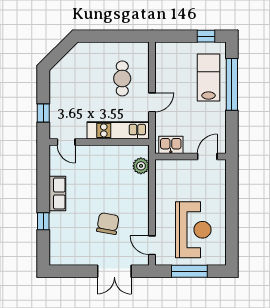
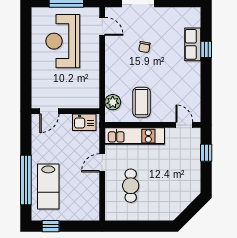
coffee table: (111, 166) -> (142, 102), added
row of seats: (57, 193) -> (193, 44), moved
chair: (108, 224) -> (144, 47), width x0.54, depth x0.54

